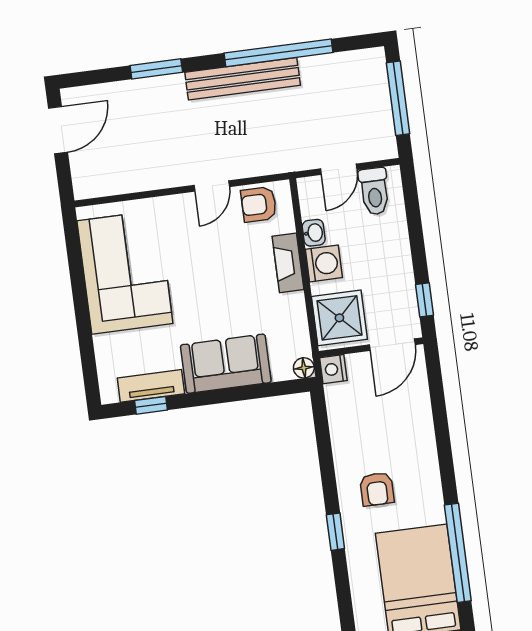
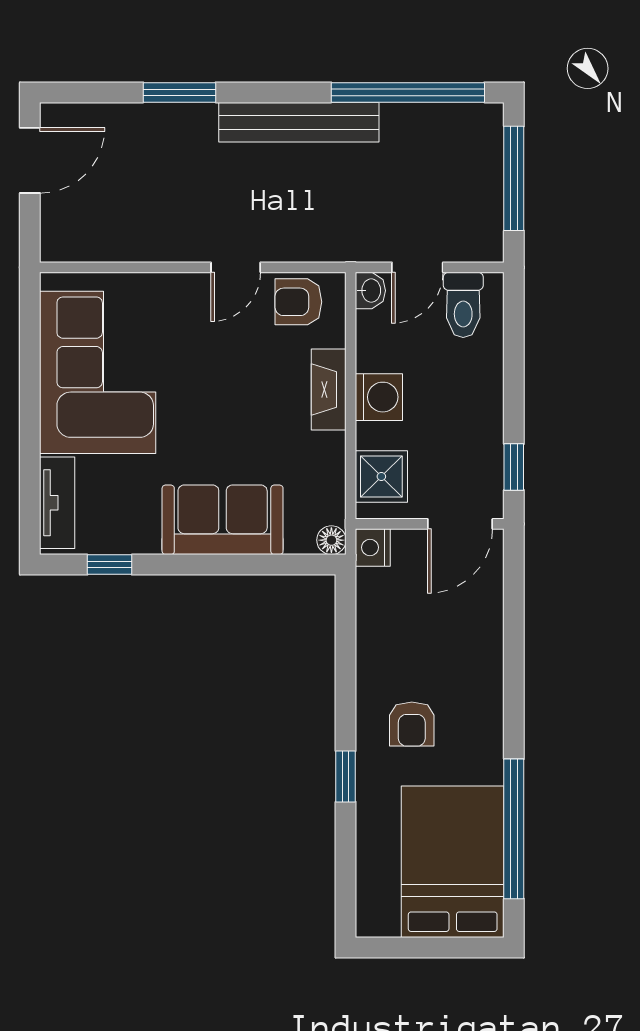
window: (279, 53) -> (408, 92), moved
washbasin: (314, 233) -> (370, 291), moved
shower: (339, 318) -> (381, 476), width x0.73, depth x0.73
tv unit: (151, 386) -> (57, 503), moved, turned 90

